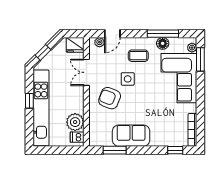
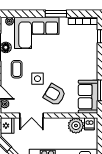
window: (200, 59) -> (56, 14), moved
armchair: (110, 98) -> (55, 95), turned 100
sofa: (131, 136) -> (88, 97), moved

